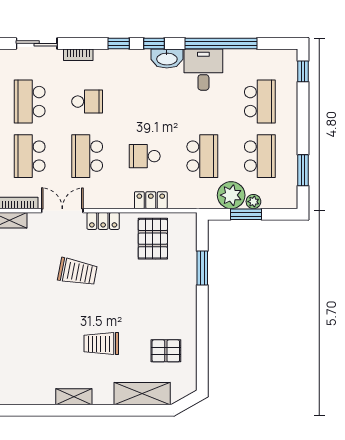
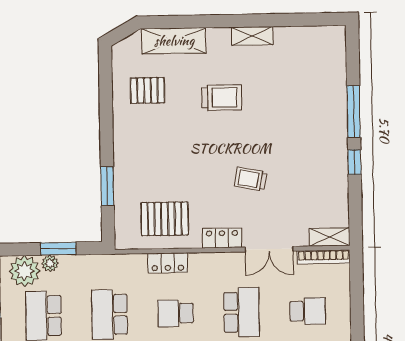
school desk: (30, 156) -> (308, 311), width x0.54
school desk: (145, 156) -> (176, 313), turned 180
plant: (231, 195) -> (25, 271), moved
pallet: (153, 239) -> (165, 219), turned 90
trolley: (77, 272) -> (250, 179), width x0.73, depth x0.72

